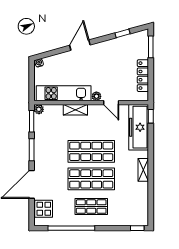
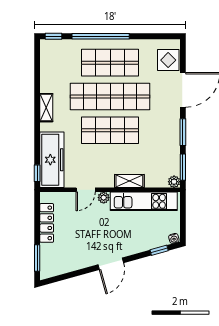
window: (123, 33) -> (159, 250), moved
door: (80, 45) -> (111, 264), moved
door: (111, 103) -> (86, 190), swing flipped
shop shelf: (91, 179) -> (110, 96), width x1.40
shop shelf: (91, 207) -> (110, 63), width x1.43, depth x1.36
window: (71, 228) -> (101, 36), moved

